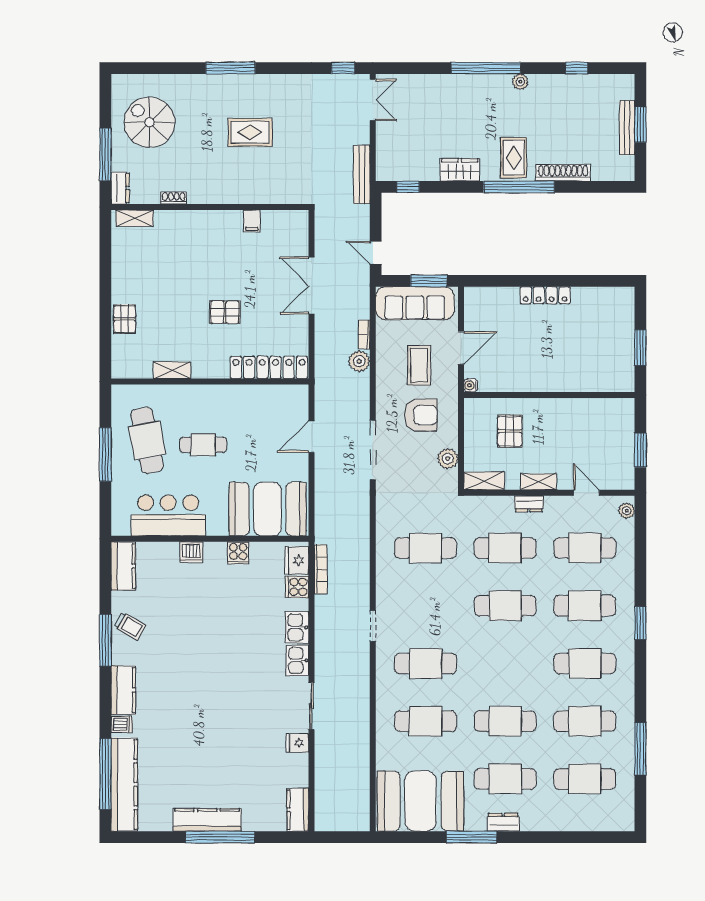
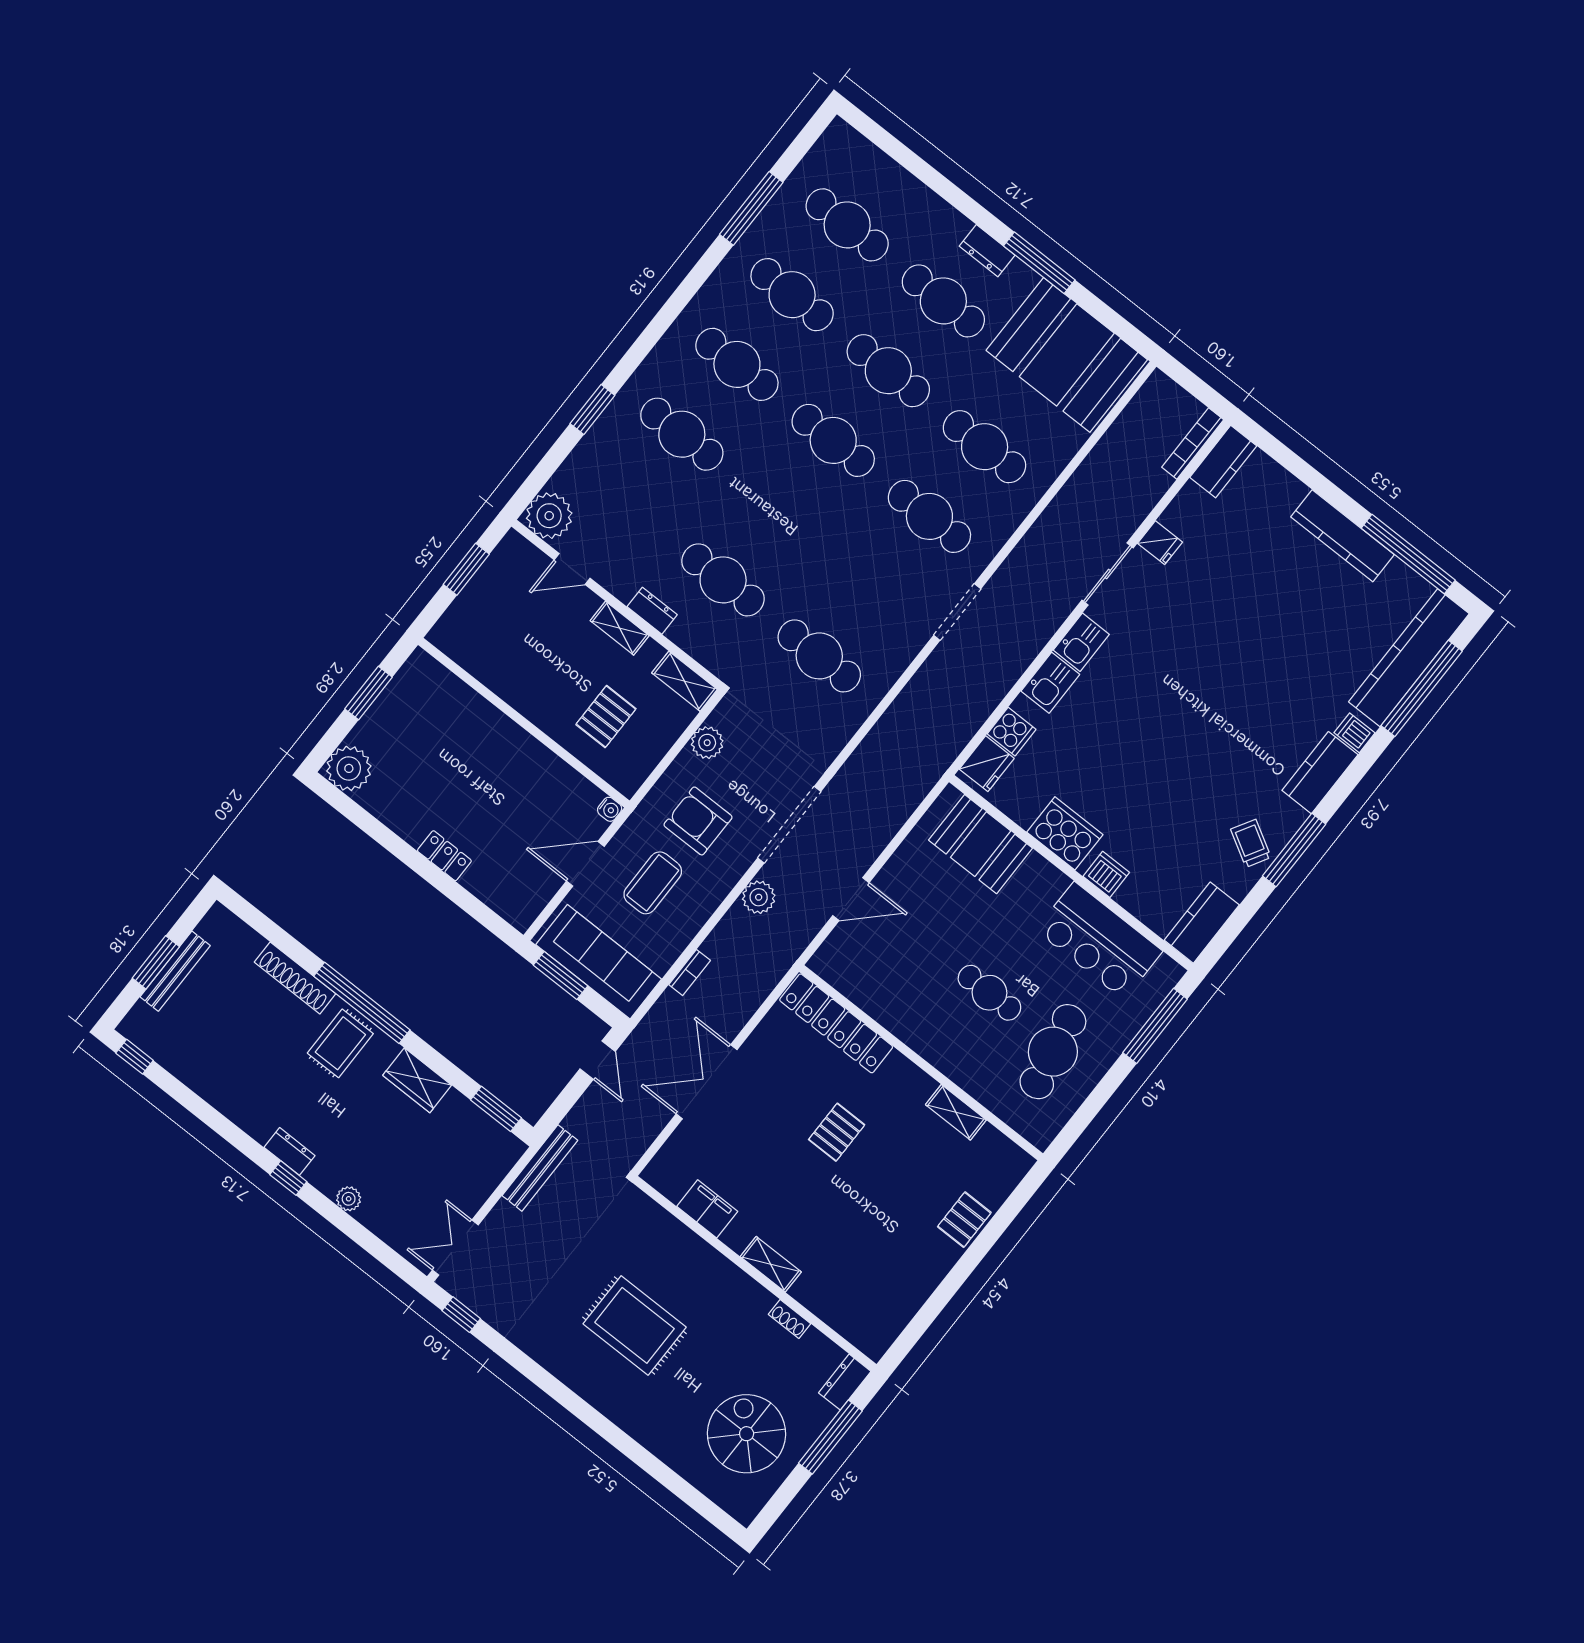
window: (230, 68) -> (597, 1422), removed
window: (486, 68) -> (288, 1178), width x0.32
window: (577, 68) -> (135, 1057), moved
dresser: (496, 82) -> (289, 1151), added
plant: (520, 82) -> (349, 1199), moved
spiral stairs: (149, 122) -> (747, 1434), turned 180
rug: (250, 132) -> (635, 1325), width x1.36, depth x1.43
window: (408, 187) -> (496, 1109), width x1.50
shelving: (135, 218) -> (771, 1264), moved
filing cabinet: (252, 221) -> (707, 1209), width x2.00
double door: (311, 286) -> (707, 1082), swing flipped
locker: (545, 295) -> (444, 856), width x0.66
plant: (620, 301) -> (349, 768), added
pallet: (225, 312) -> (837, 1132), turned 90
plant: (359, 361) -> (759, 897), moved
window: (105, 454) -> (1155, 1026), moved
door: (586, 493) -> (572, 569), hinge flipped
booth: (267, 509) -> (981, 844), width x0.73, depth x0.70
plant: (627, 511) -> (549, 516), width x1.87, depth x1.87
cafe table: (585, 548) -> (627, 504), removed
cooker: (238, 553) -> (1065, 833), width x1.87, depth x1.31
bookcase: (321, 569) -> (1193, 443), moved
cafe table: (505, 606) -> (833, 440), moved
window: (640, 623) -> (592, 409), moved
doorway: (373, 626) -> (957, 612), width x1.38
window: (220, 837) -> (1408, 554), moved

